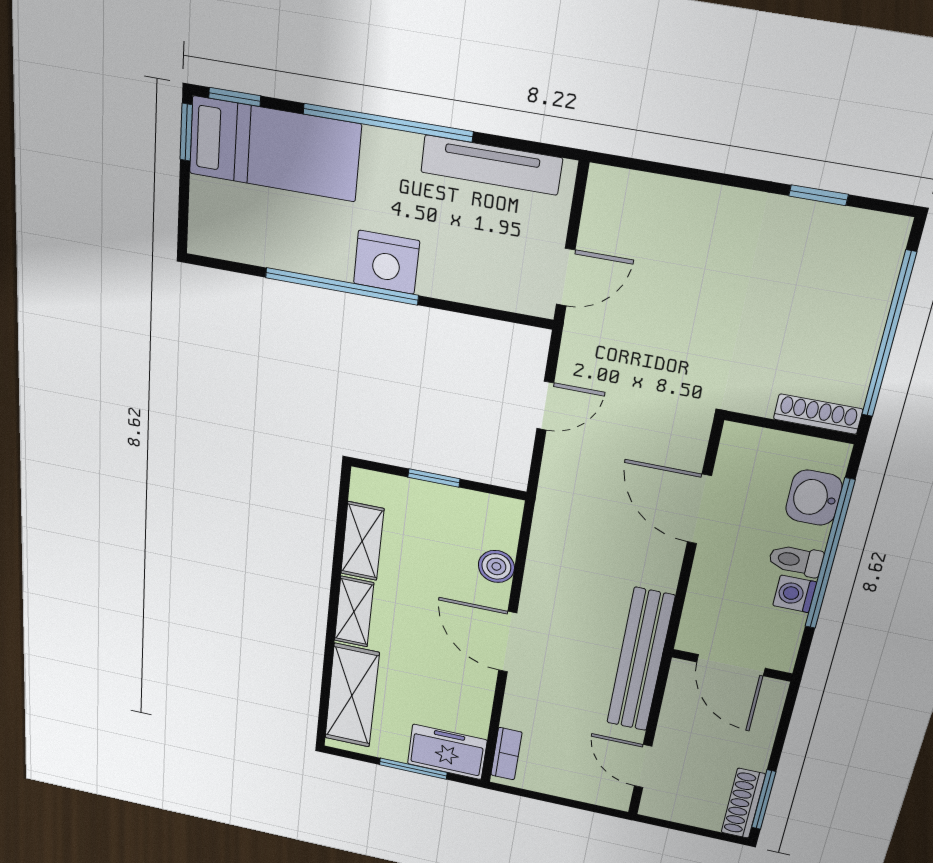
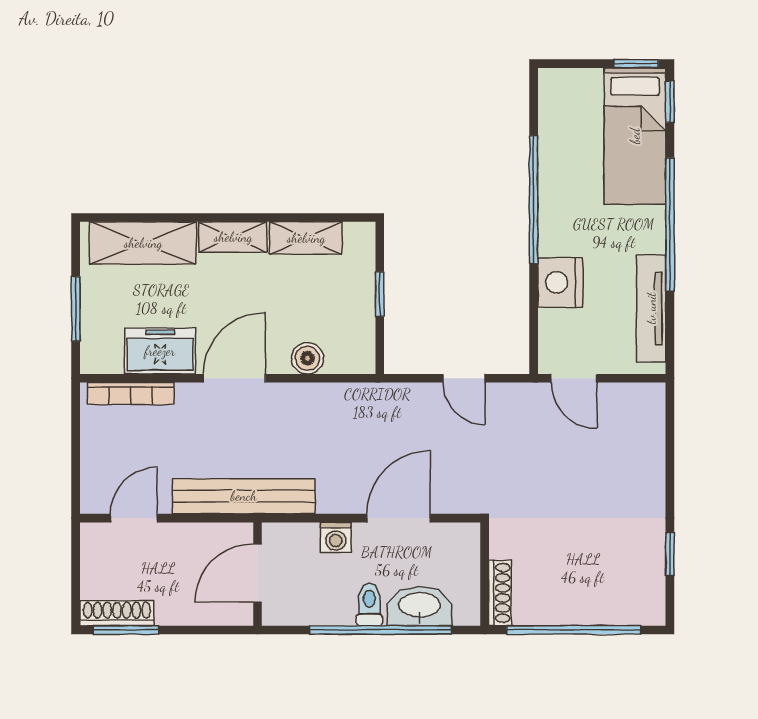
nightstand: (386, 262) -> (560, 282), moved
washbasin: (814, 498) -> (419, 606), width x1.38
washing machine: (795, 594) -> (336, 538), moved, turned 180
freezer: (447, 752) -> (160, 351), moved, turned -90
bookcase: (506, 754) -> (131, 394), width x1.56

